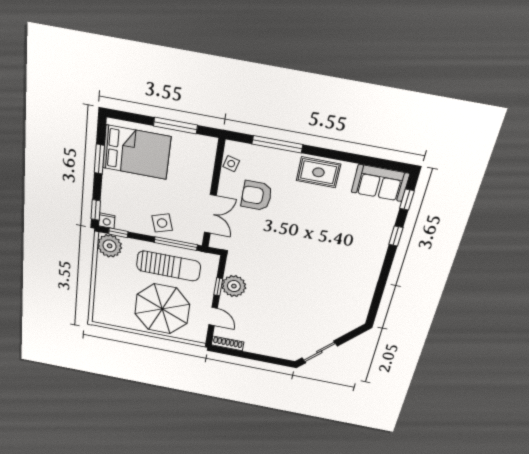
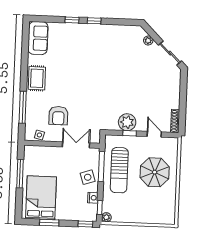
window: (407, 200) -> (94, 21), moved
nightstand: (107, 221) -> (93, 198), moved
plant: (110, 246) -> (106, 217), width x0.53, depth x0.53
sun lounger: (169, 266) -> (119, 170), turned 180
parasol: (162, 309) -> (155, 172), width x0.73, depth x0.73
door: (213, 316) -> (154, 134), hinge flipped
plant: (342, 329) -> (148, 41), added

